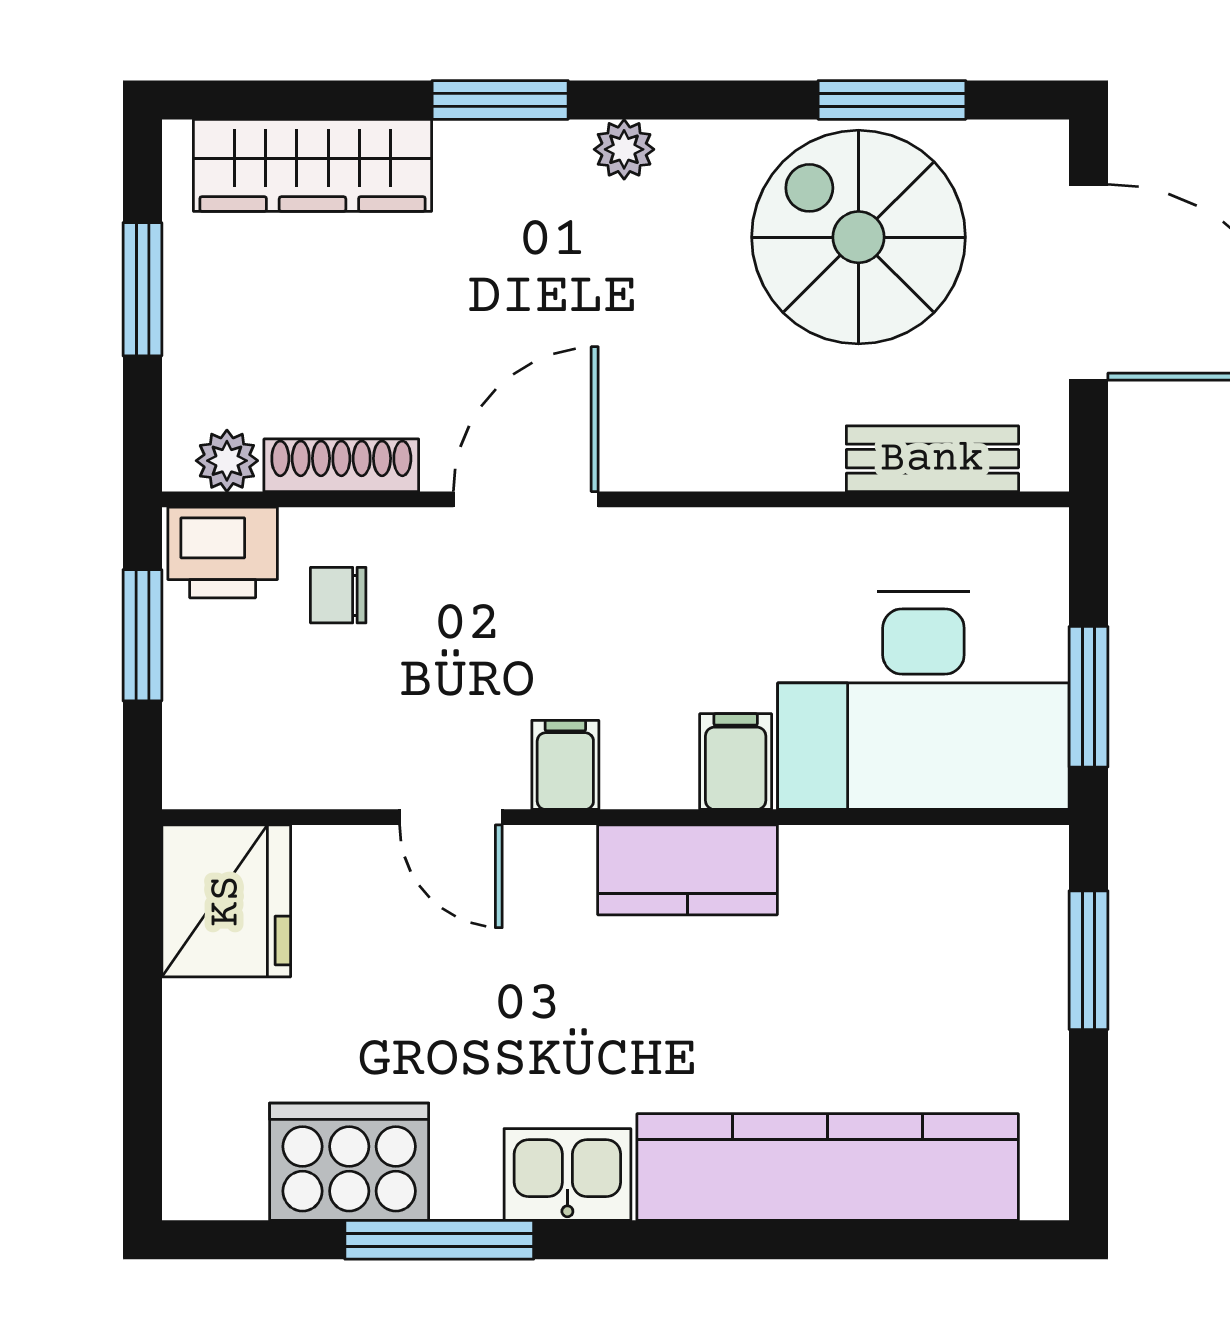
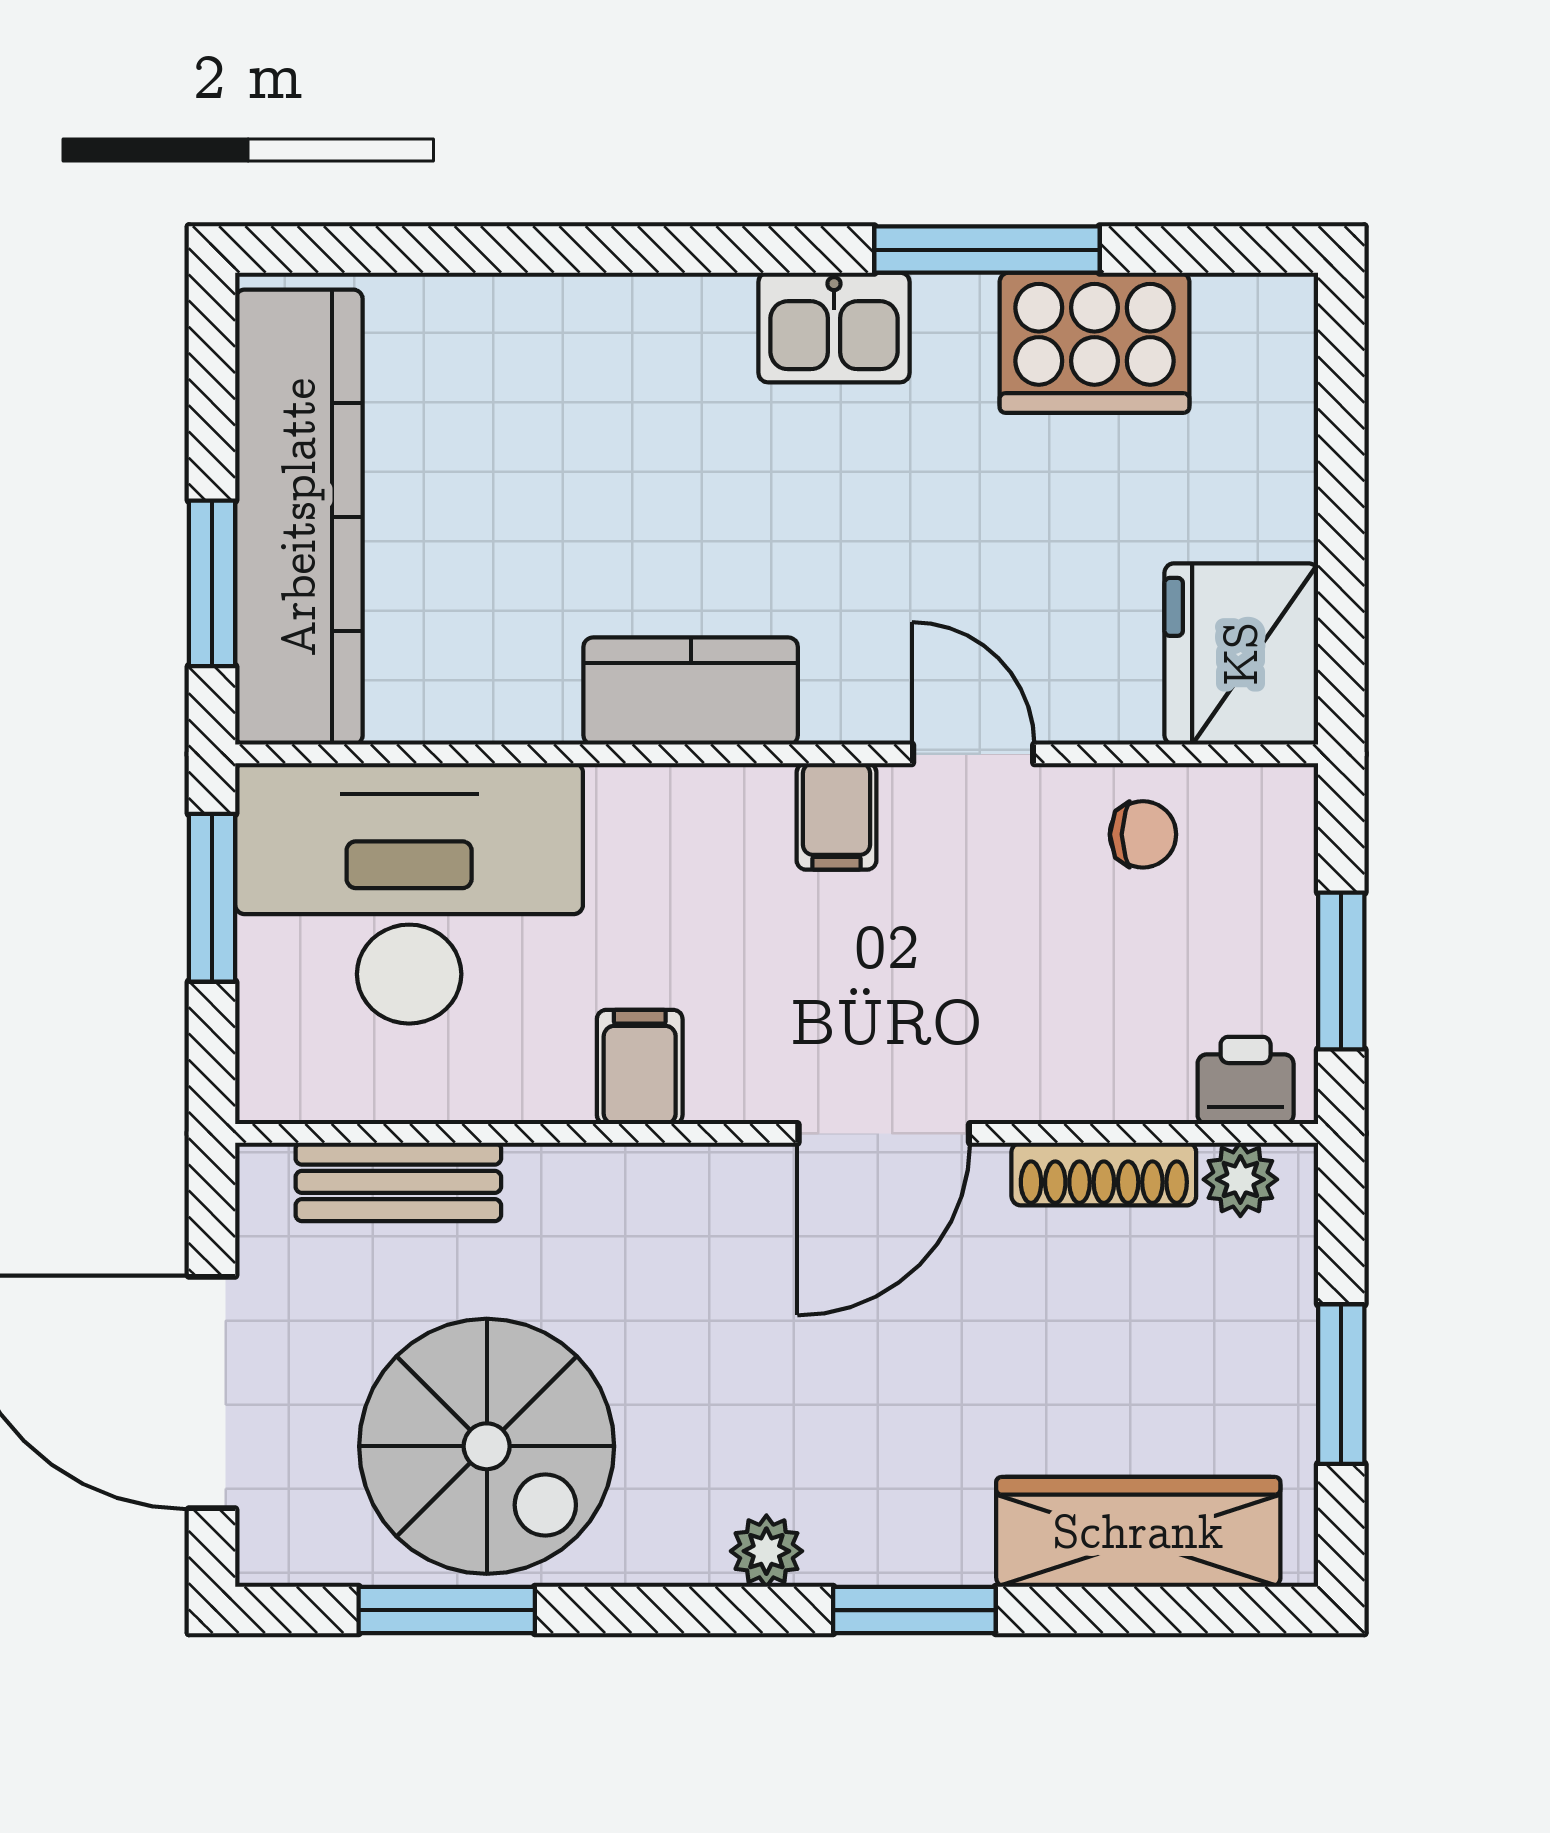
printer: (223, 552) -> (1246, 1080), width x0.73, depth x0.81
chair: (338, 595) -> (1143, 834), moved
filing cabinet: (736, 762) -> (640, 1067), moved, turned 180
kitchen counter: (828, 1167) -> (299, 517), moved, turned -90

